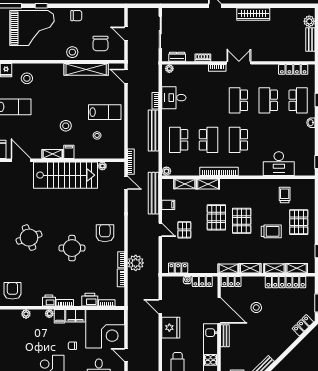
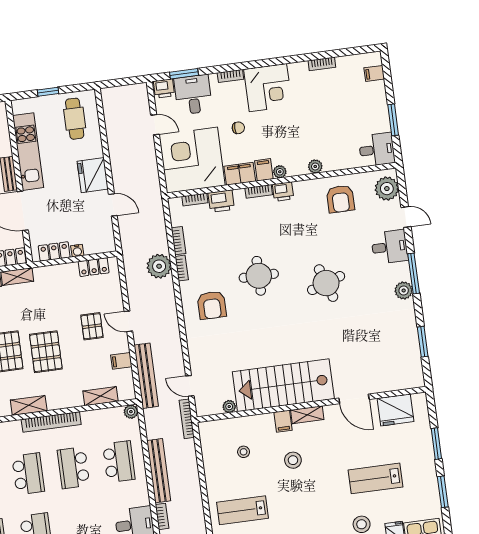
lab bench: (105, 112) -> (242, 510), moved
shelving: (208, 184) -> (29, 405), moved

